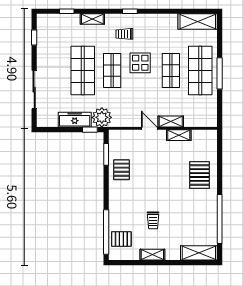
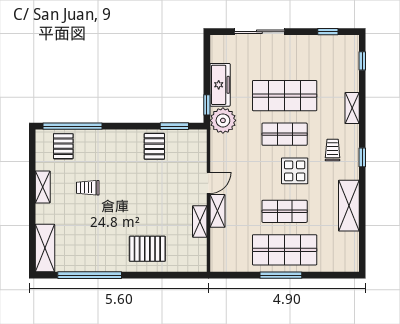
window: (67, 11) -> (362, 61), moved
shelving: (198, 22) -> (349, 206), moved
pallet: (121, 170) -> (154, 146), turned 90

